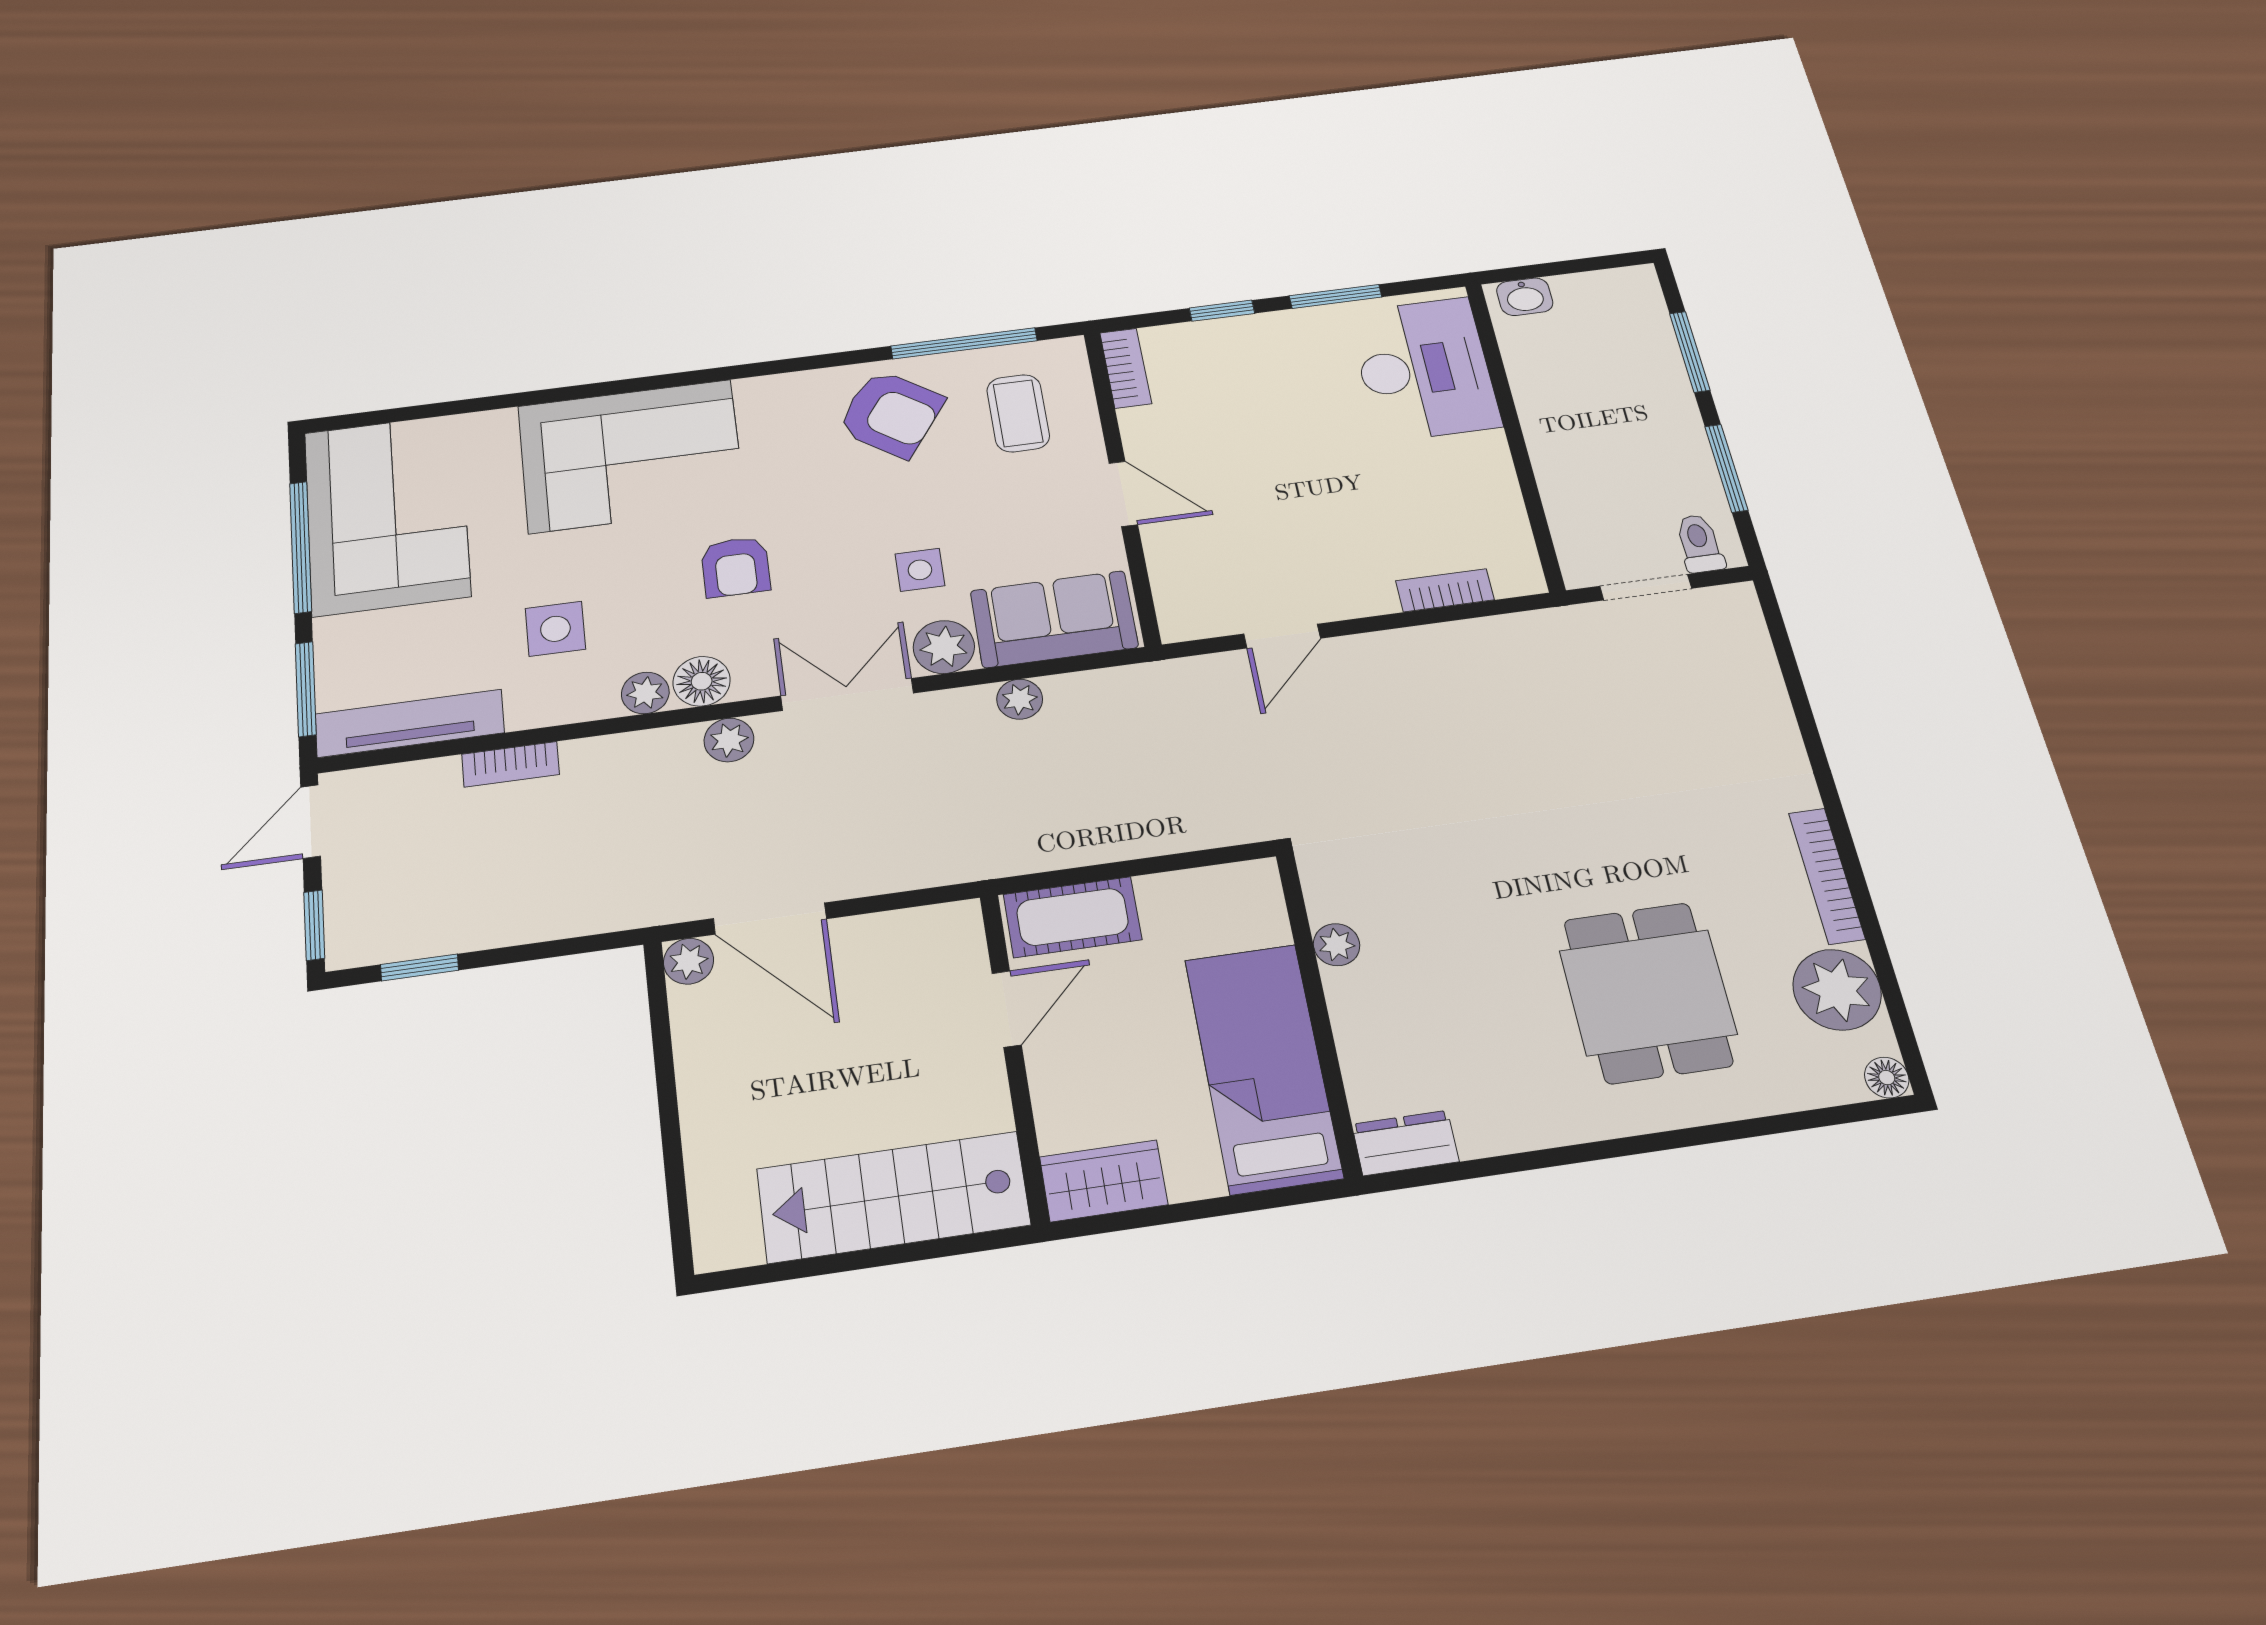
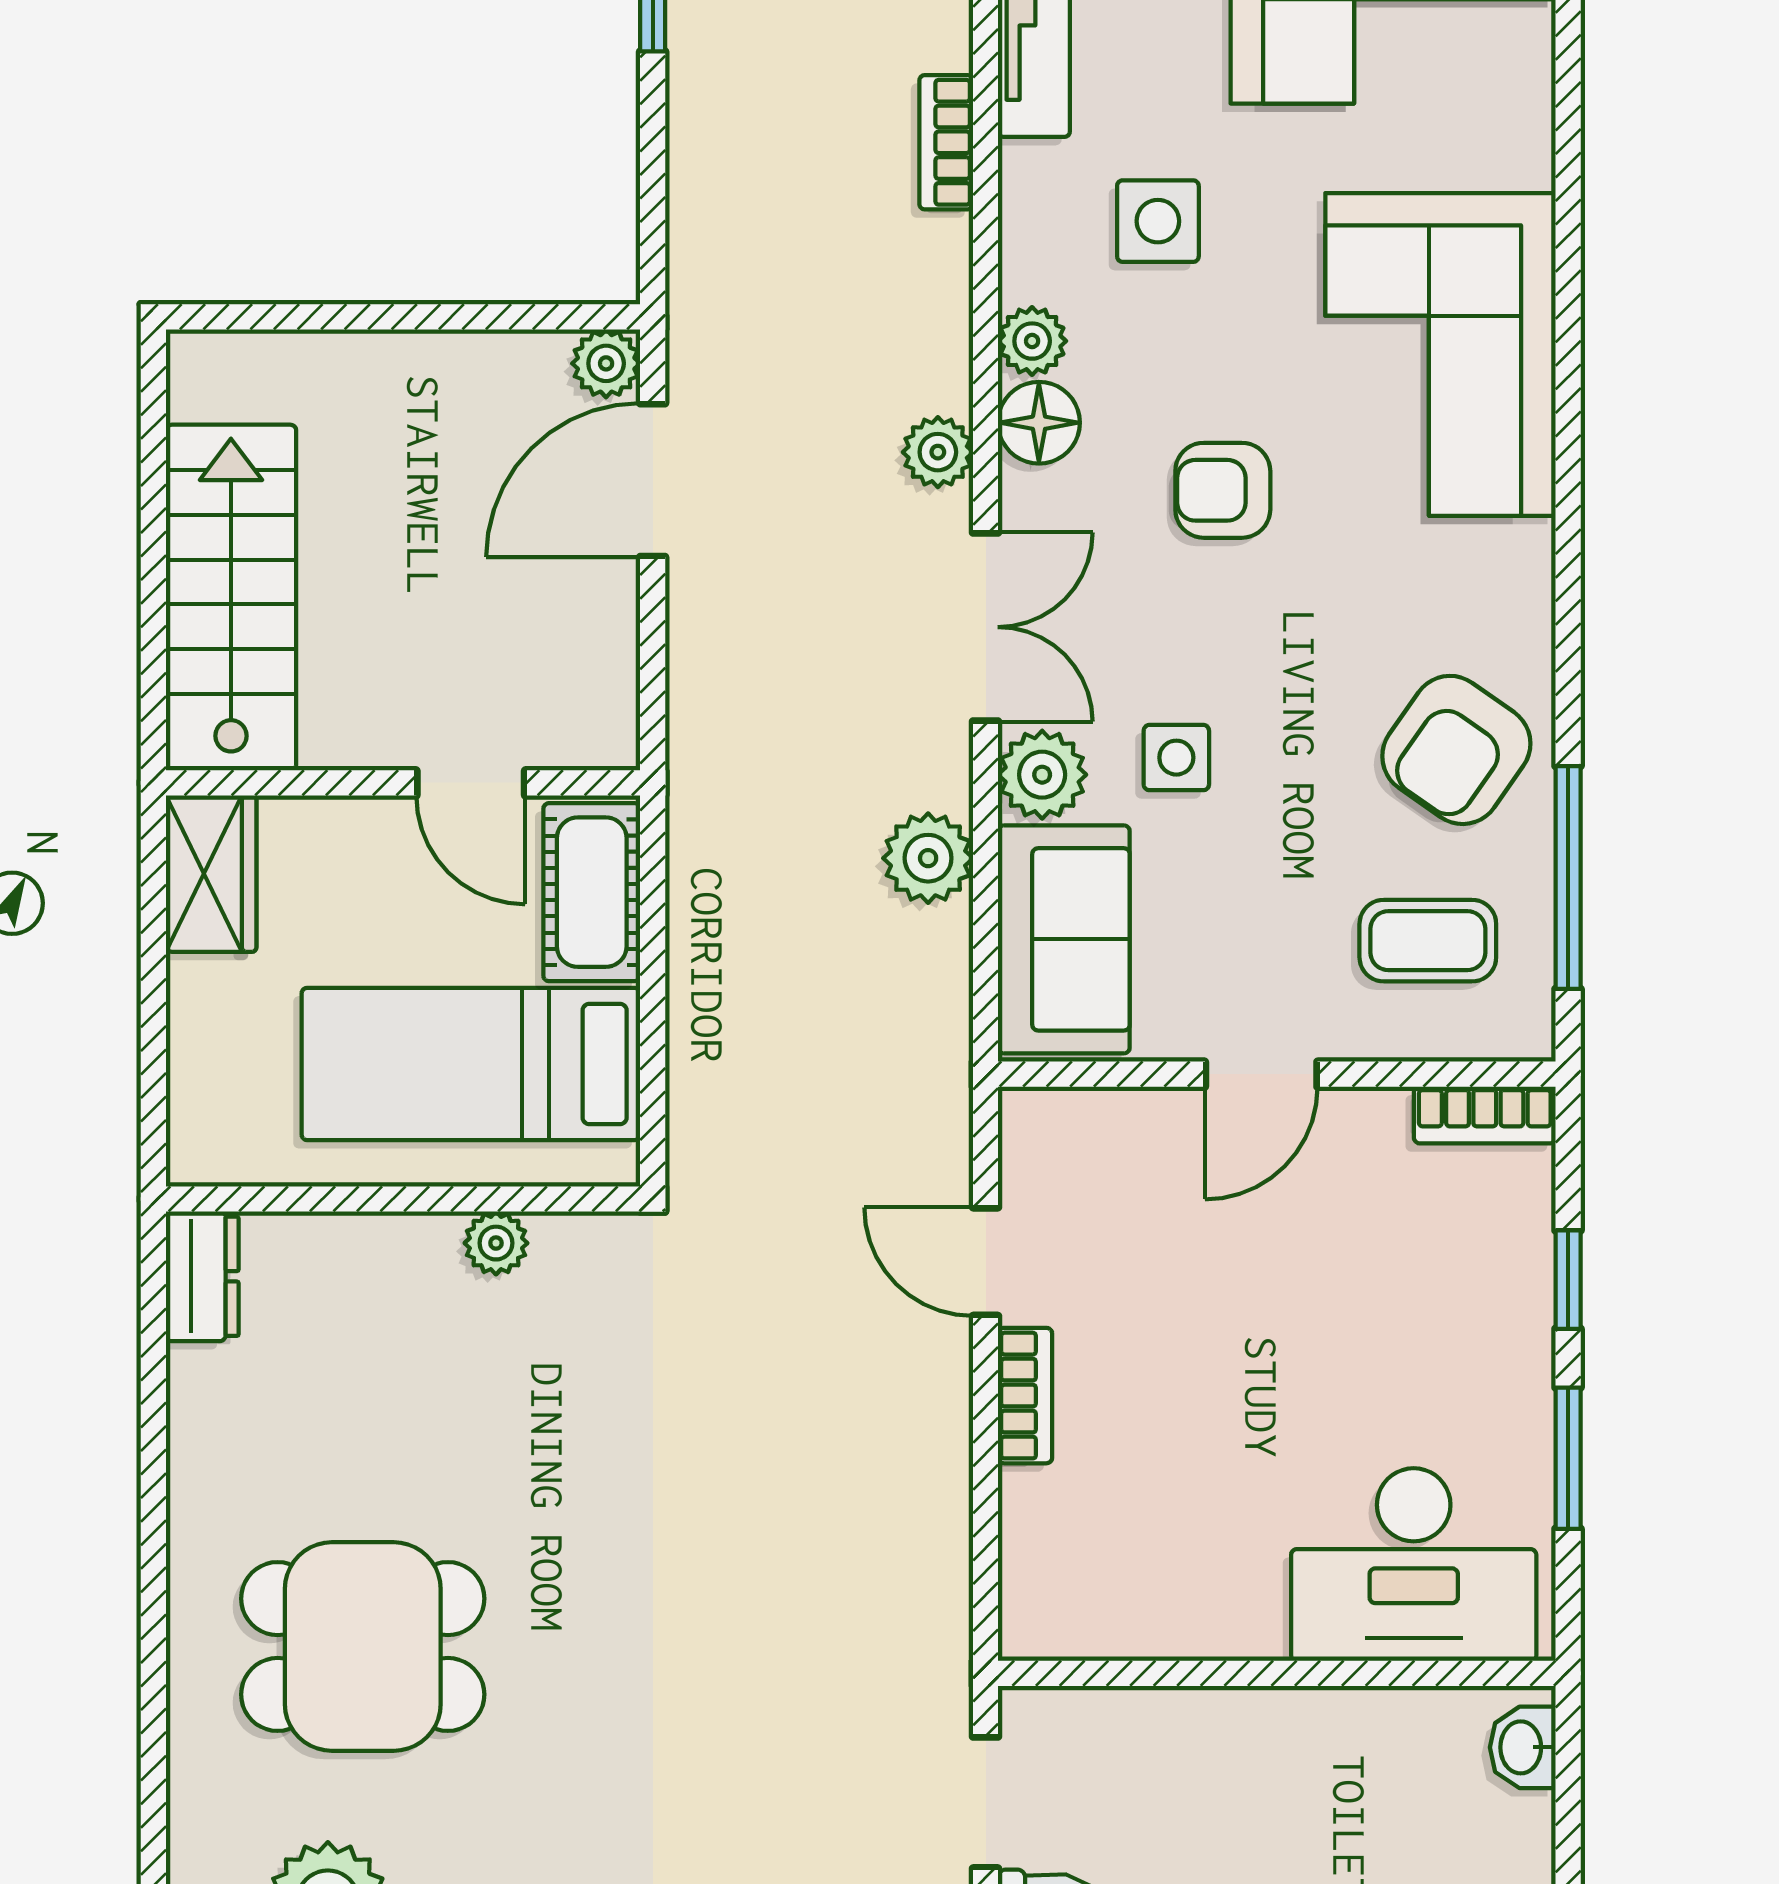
bookcase: (1445, 590) -> (1025, 1396), moved
plant: (1020, 699) -> (928, 858), width x1.38, depth x1.38
bed: (1263, 1068) -> (471, 1064), moved, turned 180

